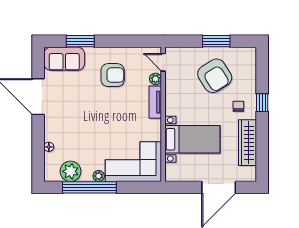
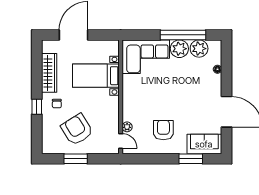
armchair: (113, 75) -> (163, 130), turned 90
tv unit: (155, 102) -> (127, 107), removed
plant: (99, 176) -> (179, 49), width x1.87, depth x1.87

